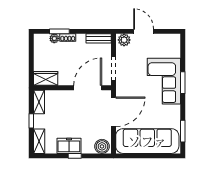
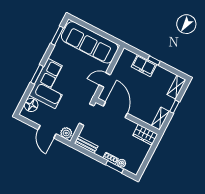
floor lamp: (173, 50) -> (31, 105), added
door: (88, 88) -> (115, 110), swing flipped
door: (113, 112) -> (105, 80), width x0.53
freezer: (69, 146) -> (144, 66), moved
boiler: (102, 146) -> (128, 57), removed

